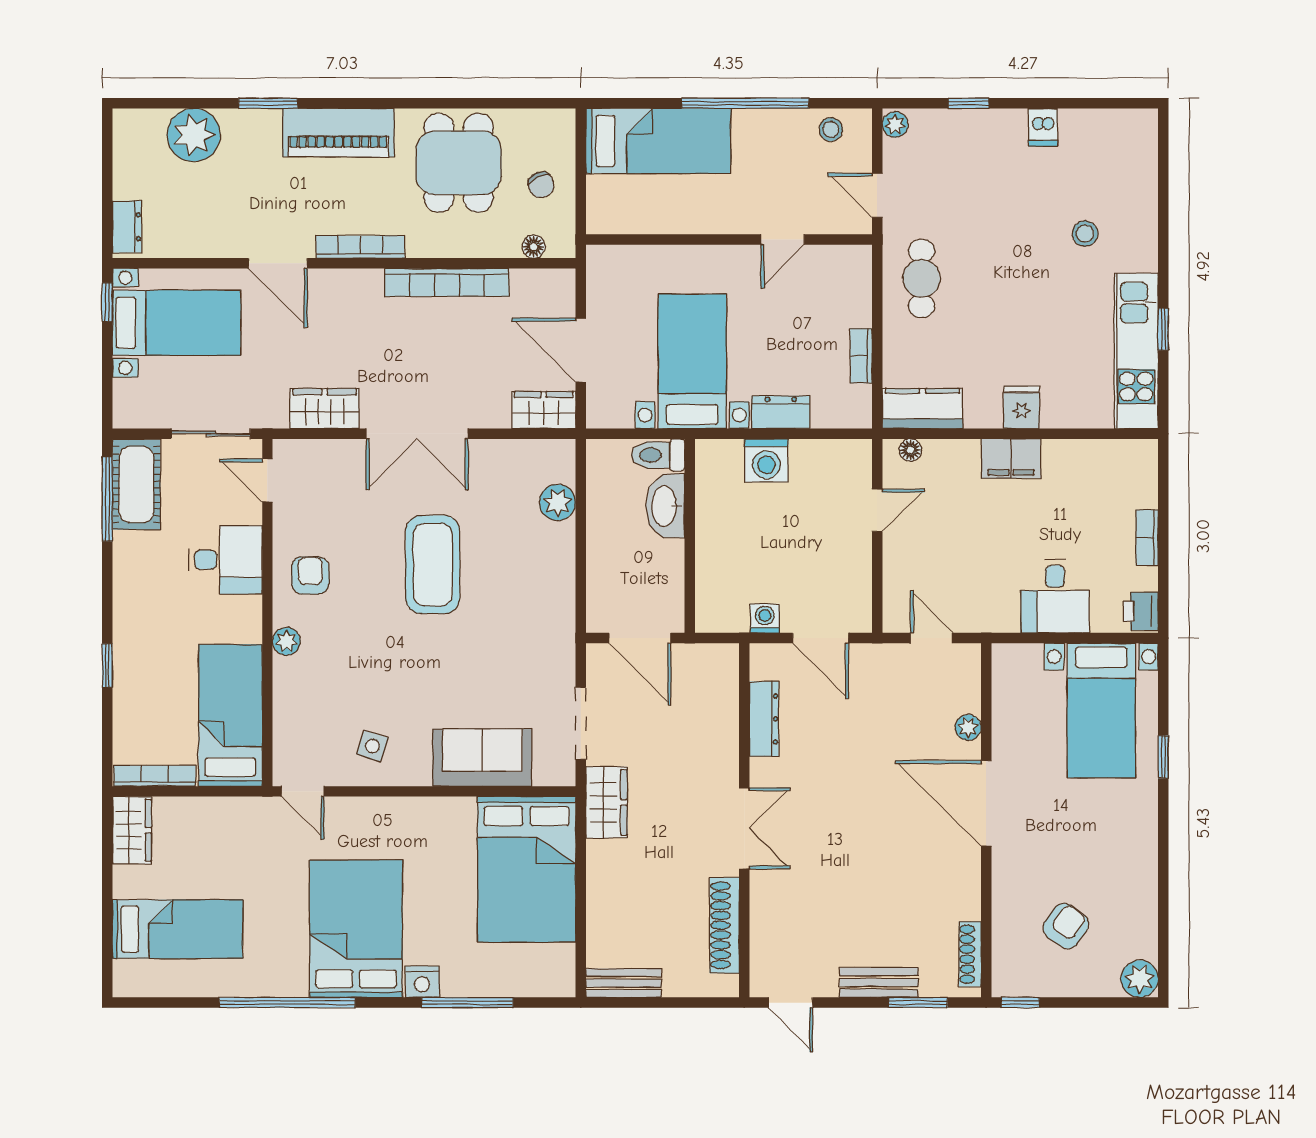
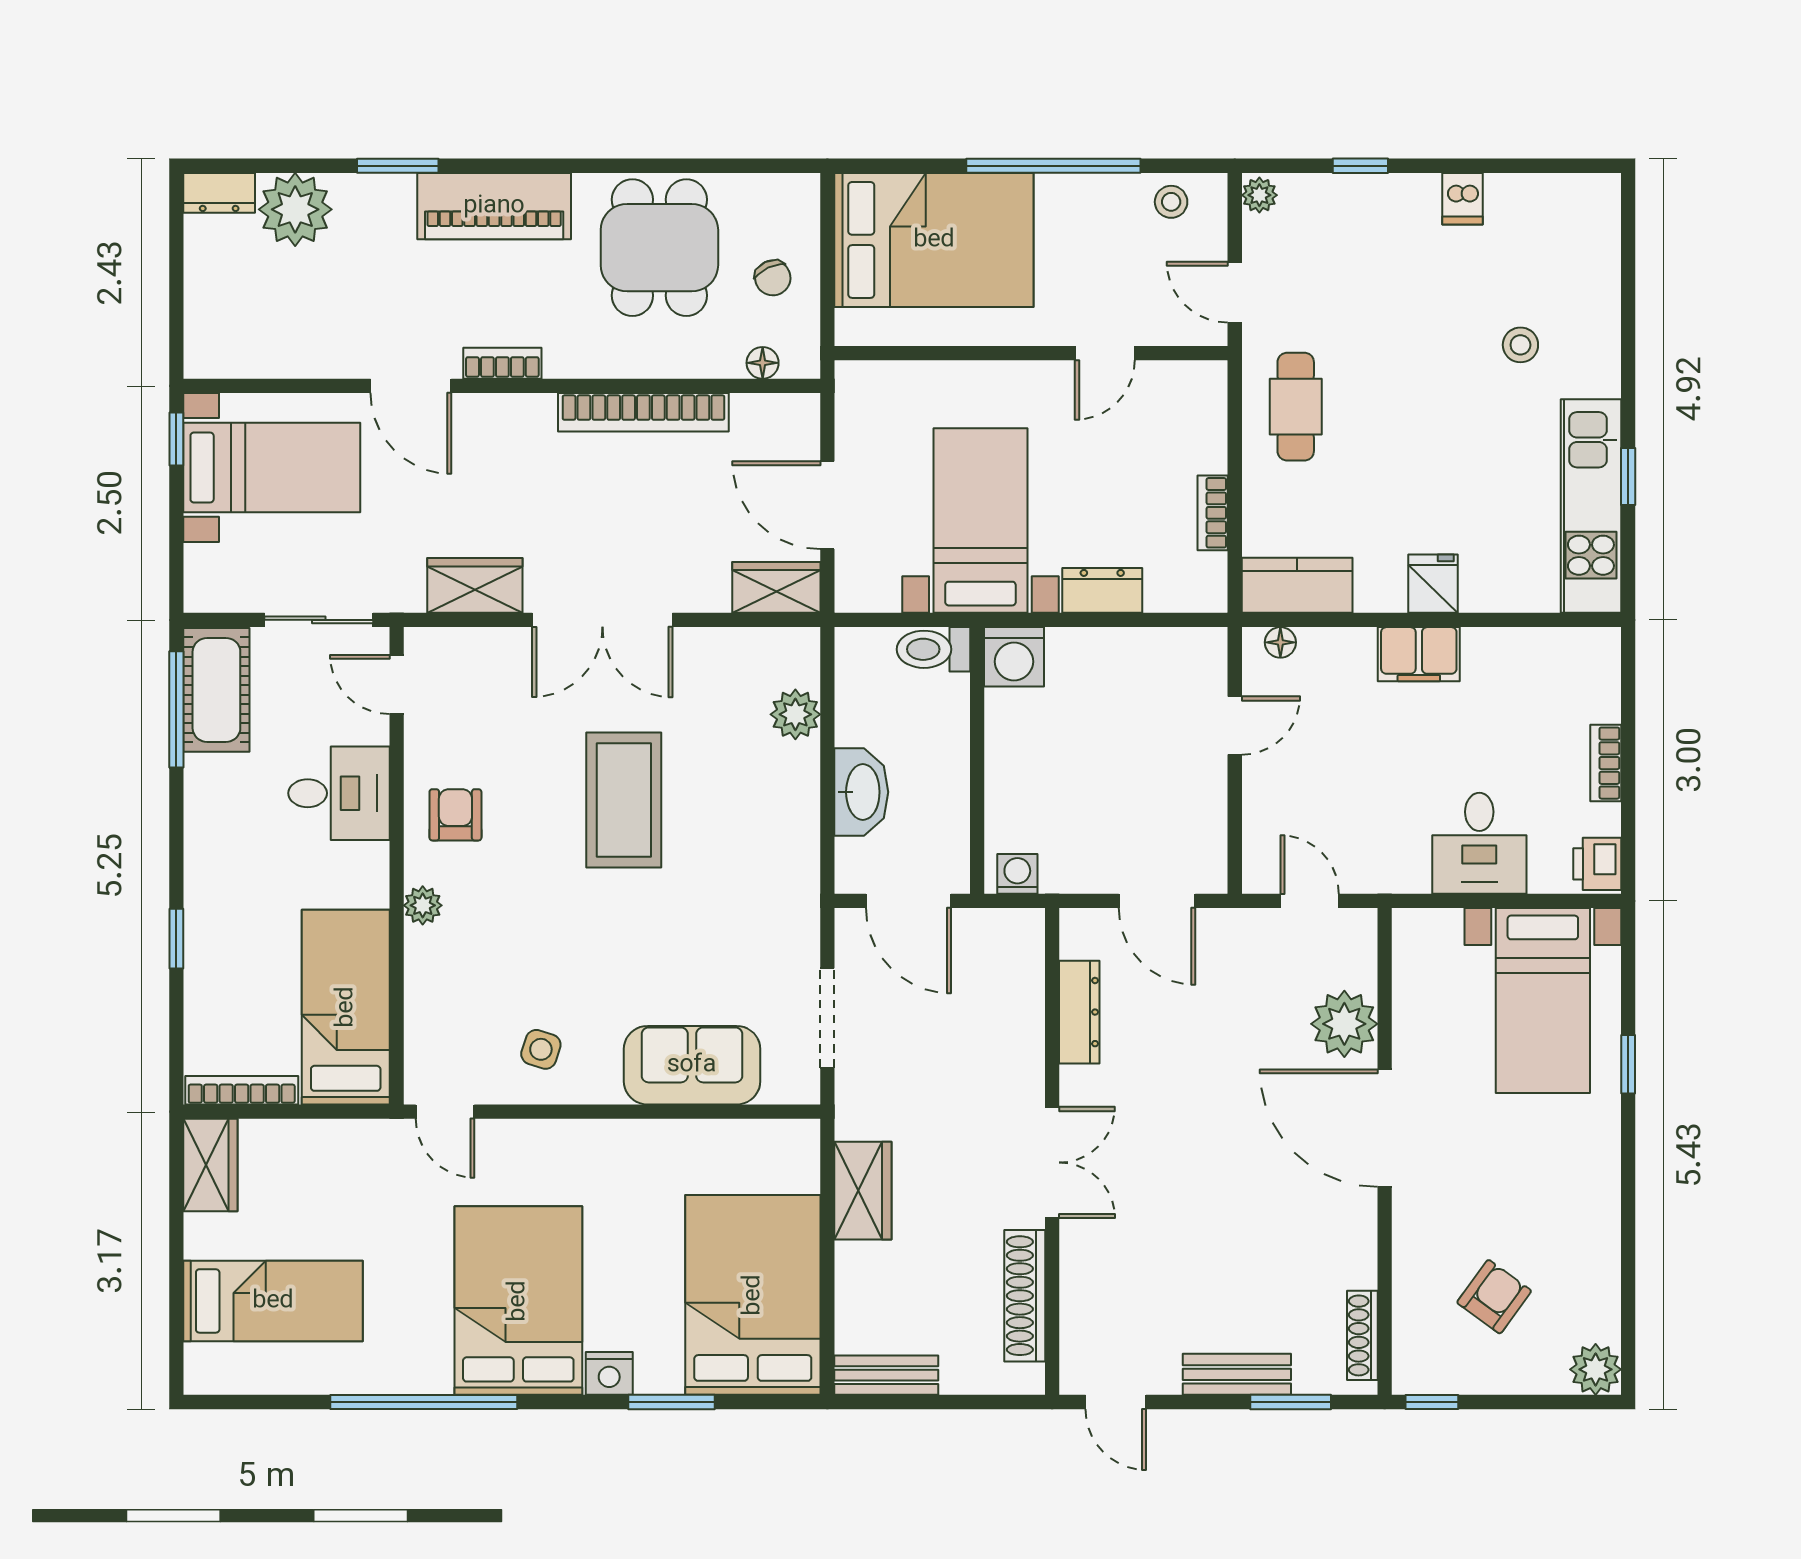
bed: (658, 141) -> (934, 240), width x1.50
dresser: (127, 227) -> (219, 193), moved, turned 90
bookcase: (360, 247) -> (502, 363), width x0.64
washing machine: (766, 460) -> (1014, 657), moved
washbasin: (665, 506) -> (861, 792), moved, turned 180
washing machine: (765, 618) -> (1017, 874), moved
plant: (968, 727) -> (1344, 1024), width x1.88, depth x1.88
wardrobe: (607, 802) -> (863, 1191), moved
bed: (527, 869) -> (753, 1295), moved, turned 180
window: (467, 1003) -> (672, 1402), width x0.69

